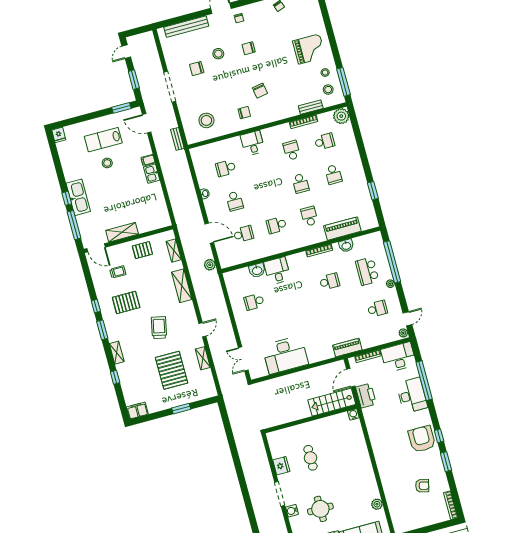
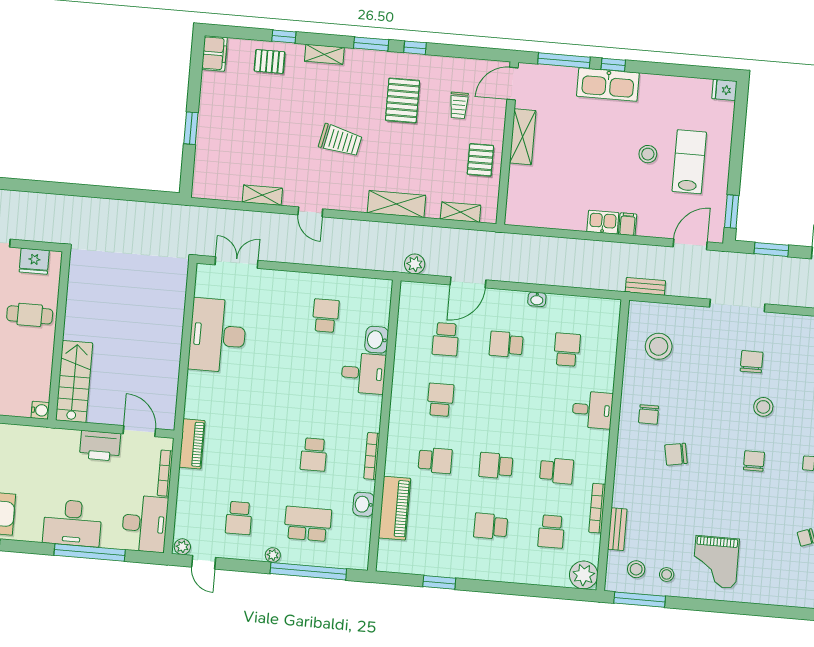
pallet: (172, 370) -> (270, 61), moved, width x0.49, depth x0.50
stairs: (332, 402) -> (74, 381), moved
water cooler: (353, 414) -> (40, 410), moved
wall: (311, 419) -> (59, 336), moved

